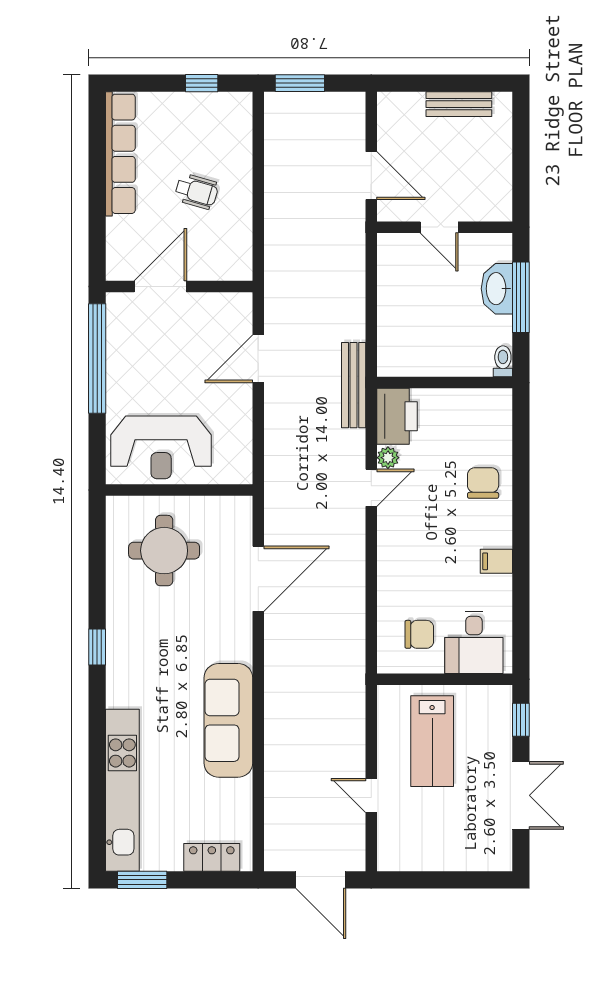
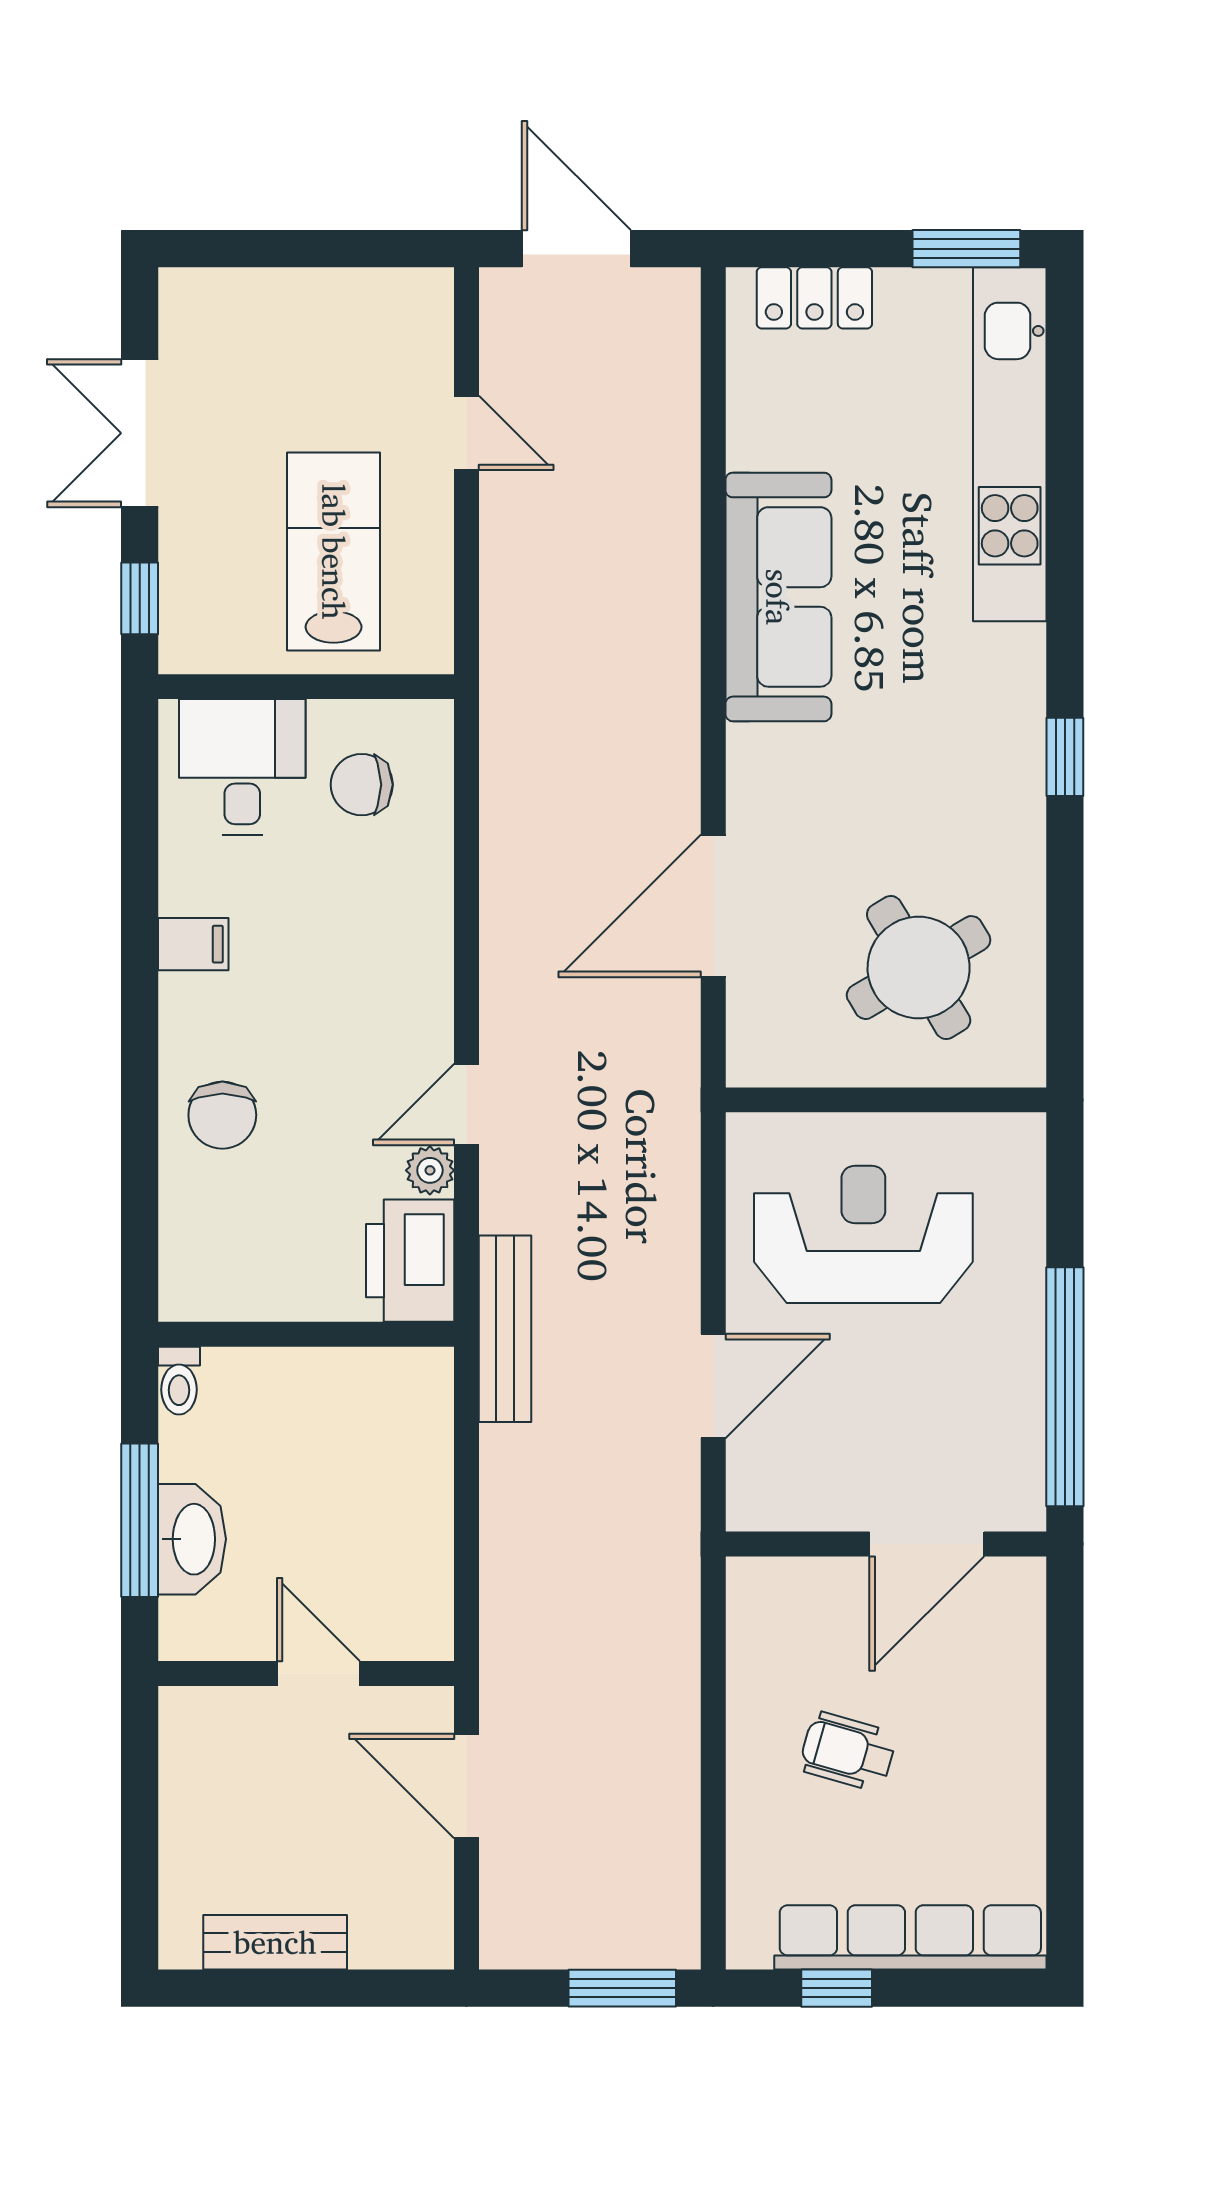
row of seats: (120, 154) -> (910, 1937), moved, turned 90
reception desk: (161, 447) -> (863, 1234), moved
round table: (164, 551) -> (919, 968), turned -31

